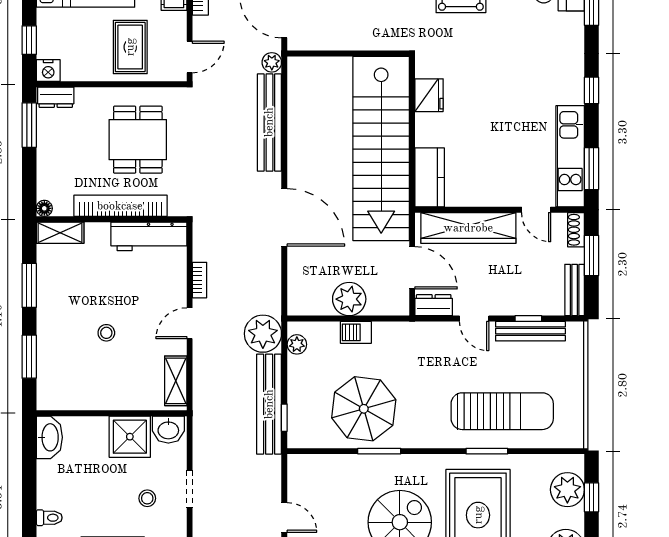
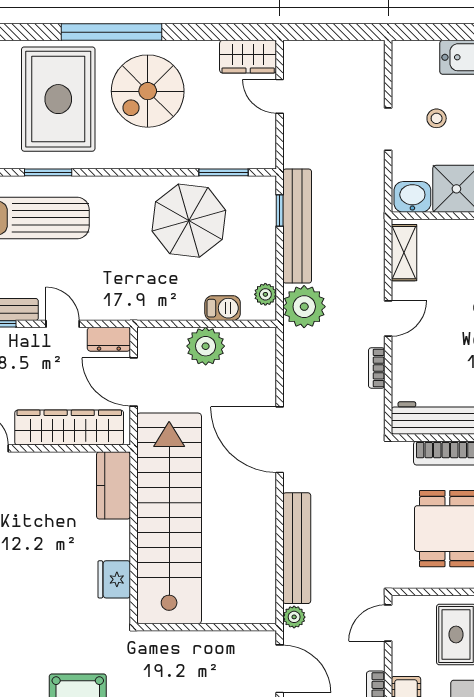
barbecue: (356, 332) -> (223, 308), moved
window: (379, 451) -> (224, 172), moved

